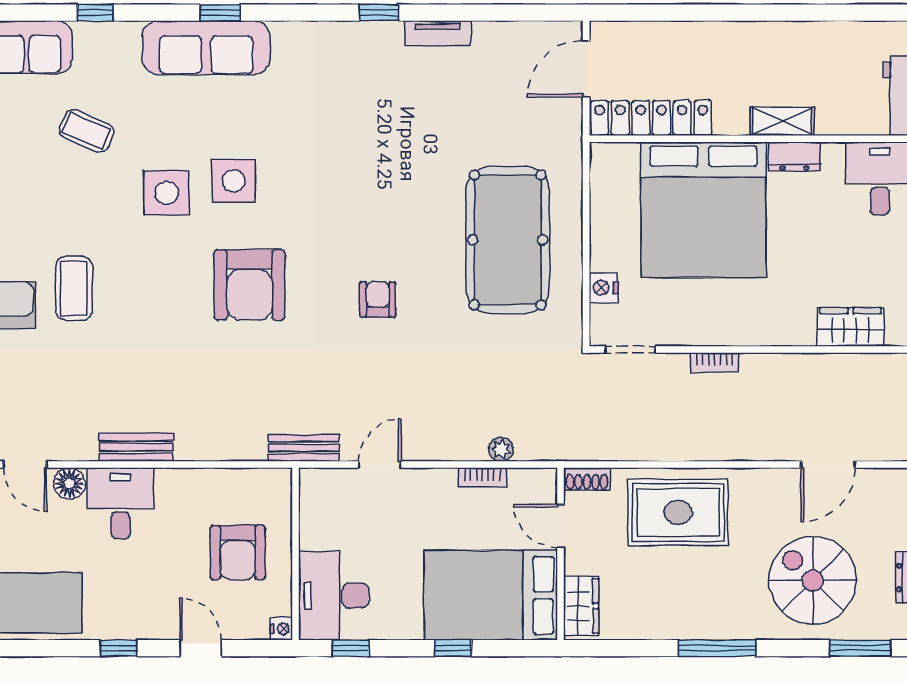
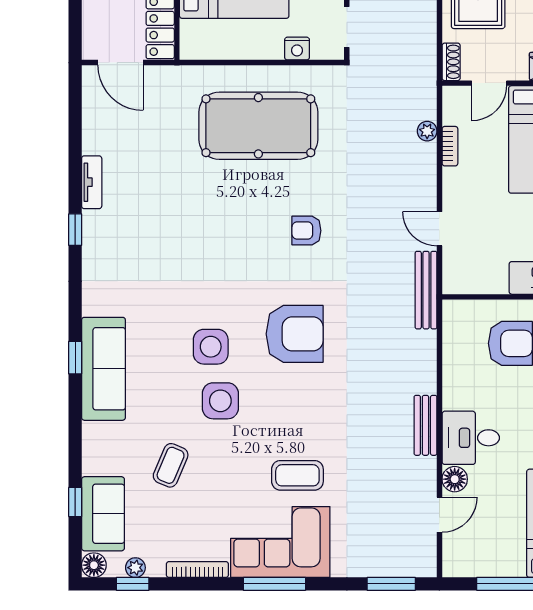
window: (95, 13) -> (75, 502), moved
bench: (304, 448) -> (426, 290), width x1.36

